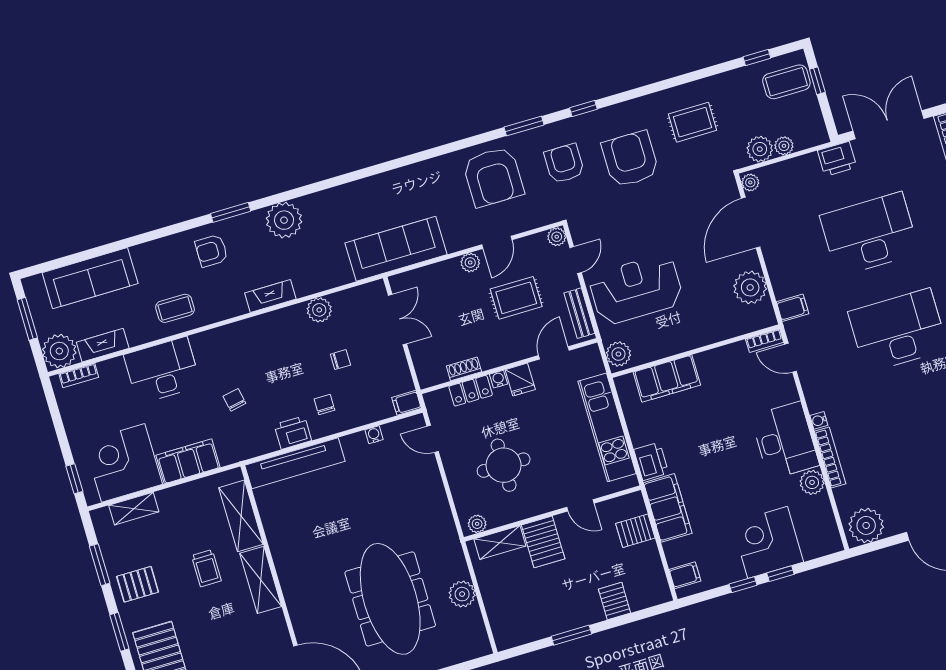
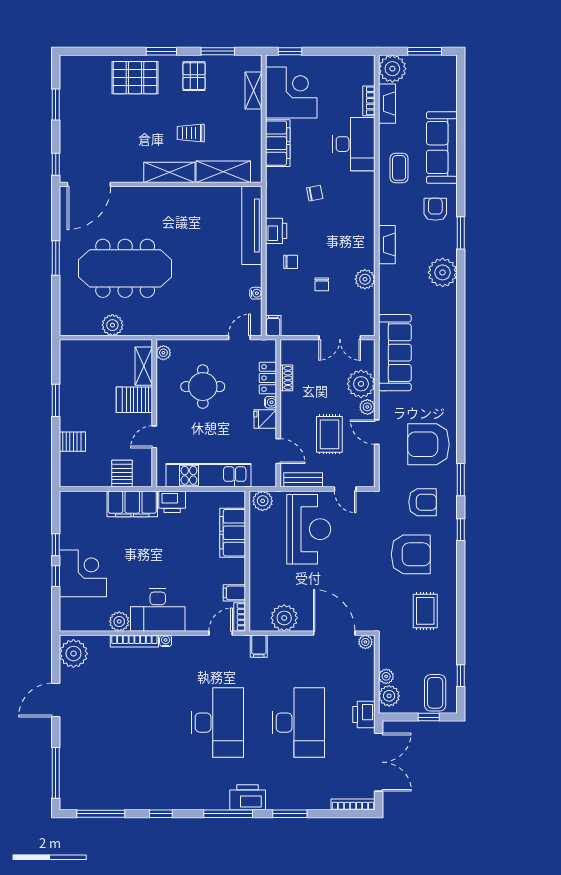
plant: (760, 149) -> (389, 696), moved
plant: (557, 237) -> (361, 384), moved, width x1.88, depth x1.88
sofa: (90, 278) -> (442, 148), moved
bookcase: (79, 376) -> (369, 101), moved
filing cabinet: (685, 575) -> (234, 593), moved, turned 90

